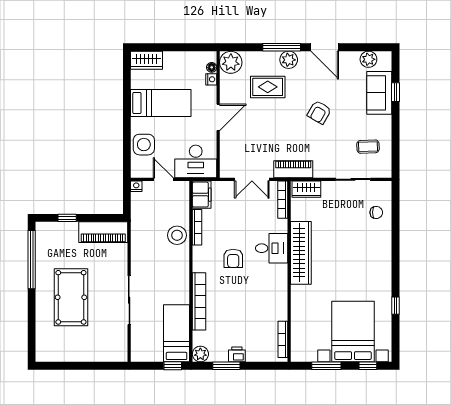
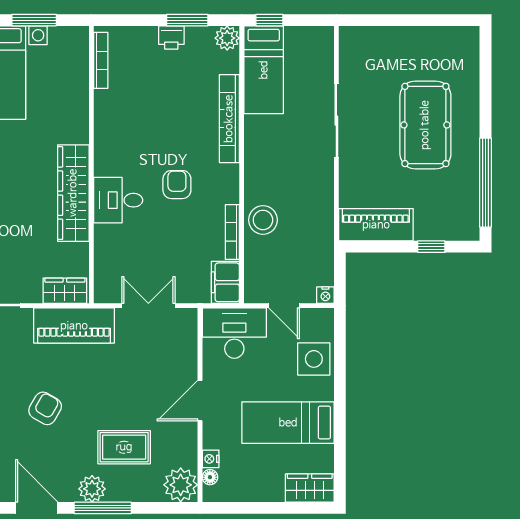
piano: (293, 169) -> (74, 326), width x1.37, depth x1.33
bookcase: (283, 200) -> (101, 275), removed

